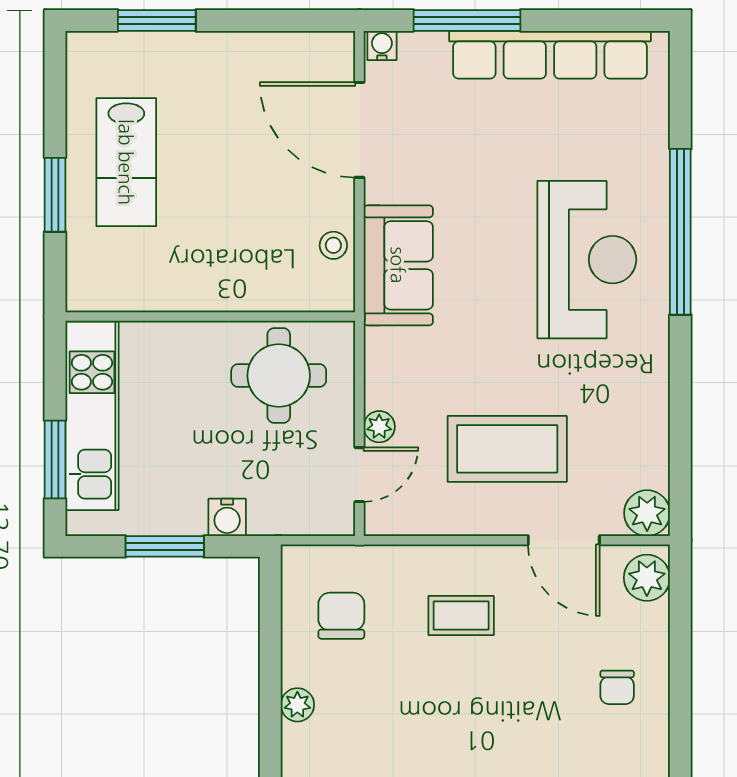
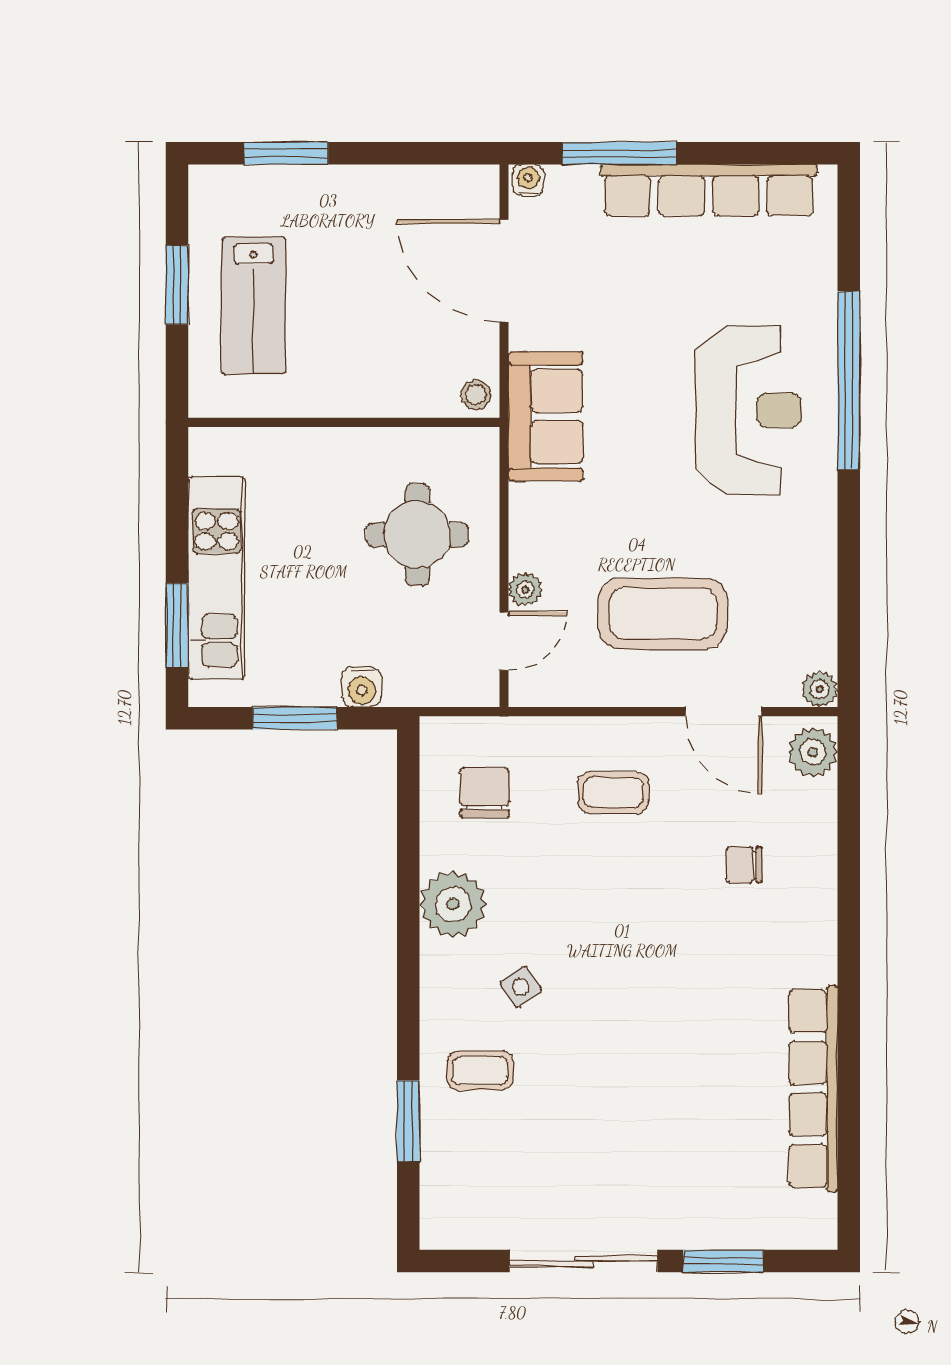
window: (55, 195) -> (177, 285), moved
wall: (210, 317) -> (344, 422), moved
plant: (647, 513) -> (820, 689), width x0.73, depth x0.73
chair: (617, 687) -> (744, 865), moved, turned 90
plant: (297, 705) -> (453, 904), width x1.87, depth x1.87

